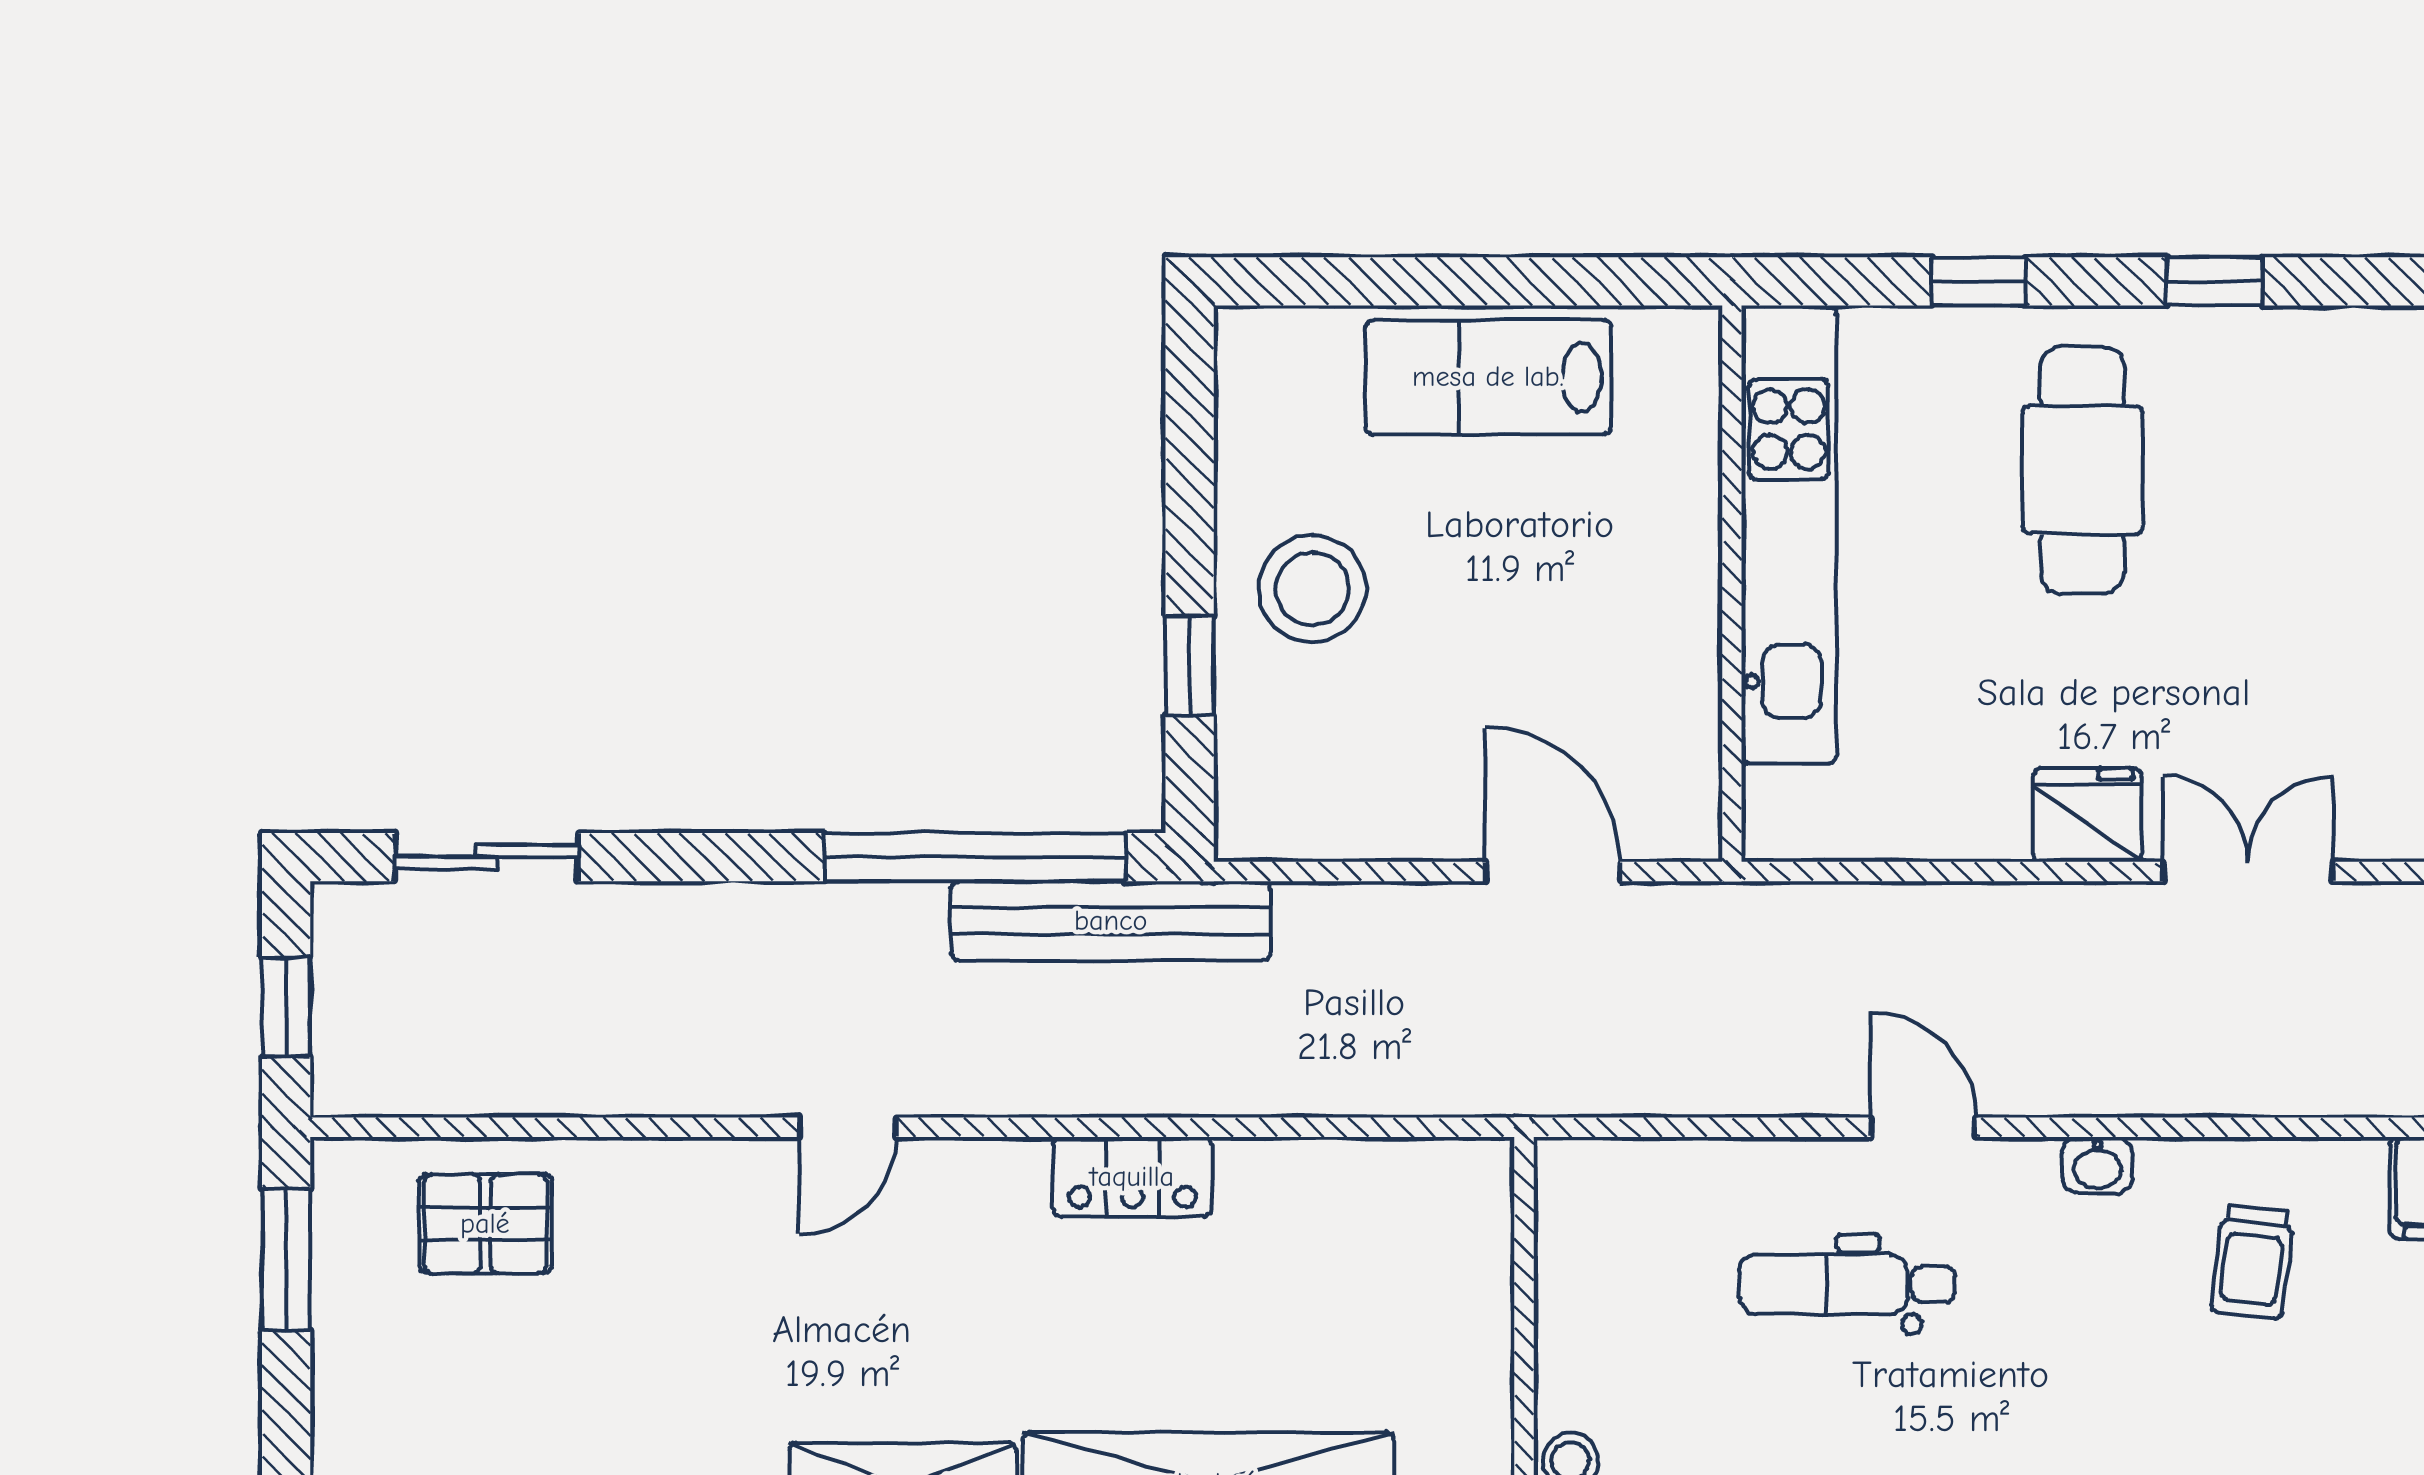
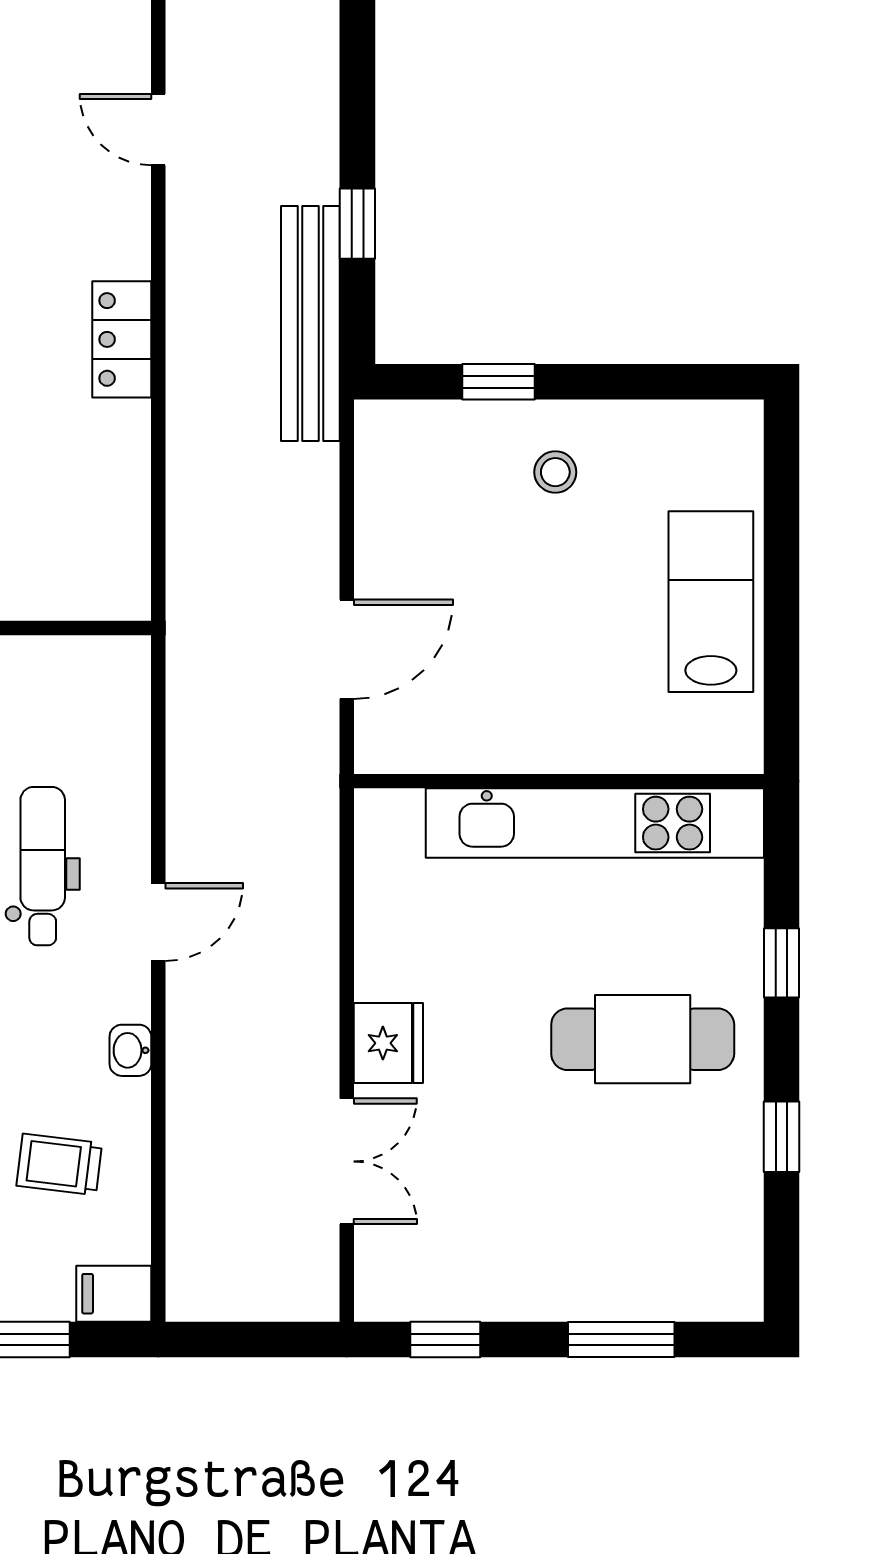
stool: (1312, 588) -> (555, 472), width x0.53, depth x0.53
window: (975, 857) -> (357, 224), width x0.32

